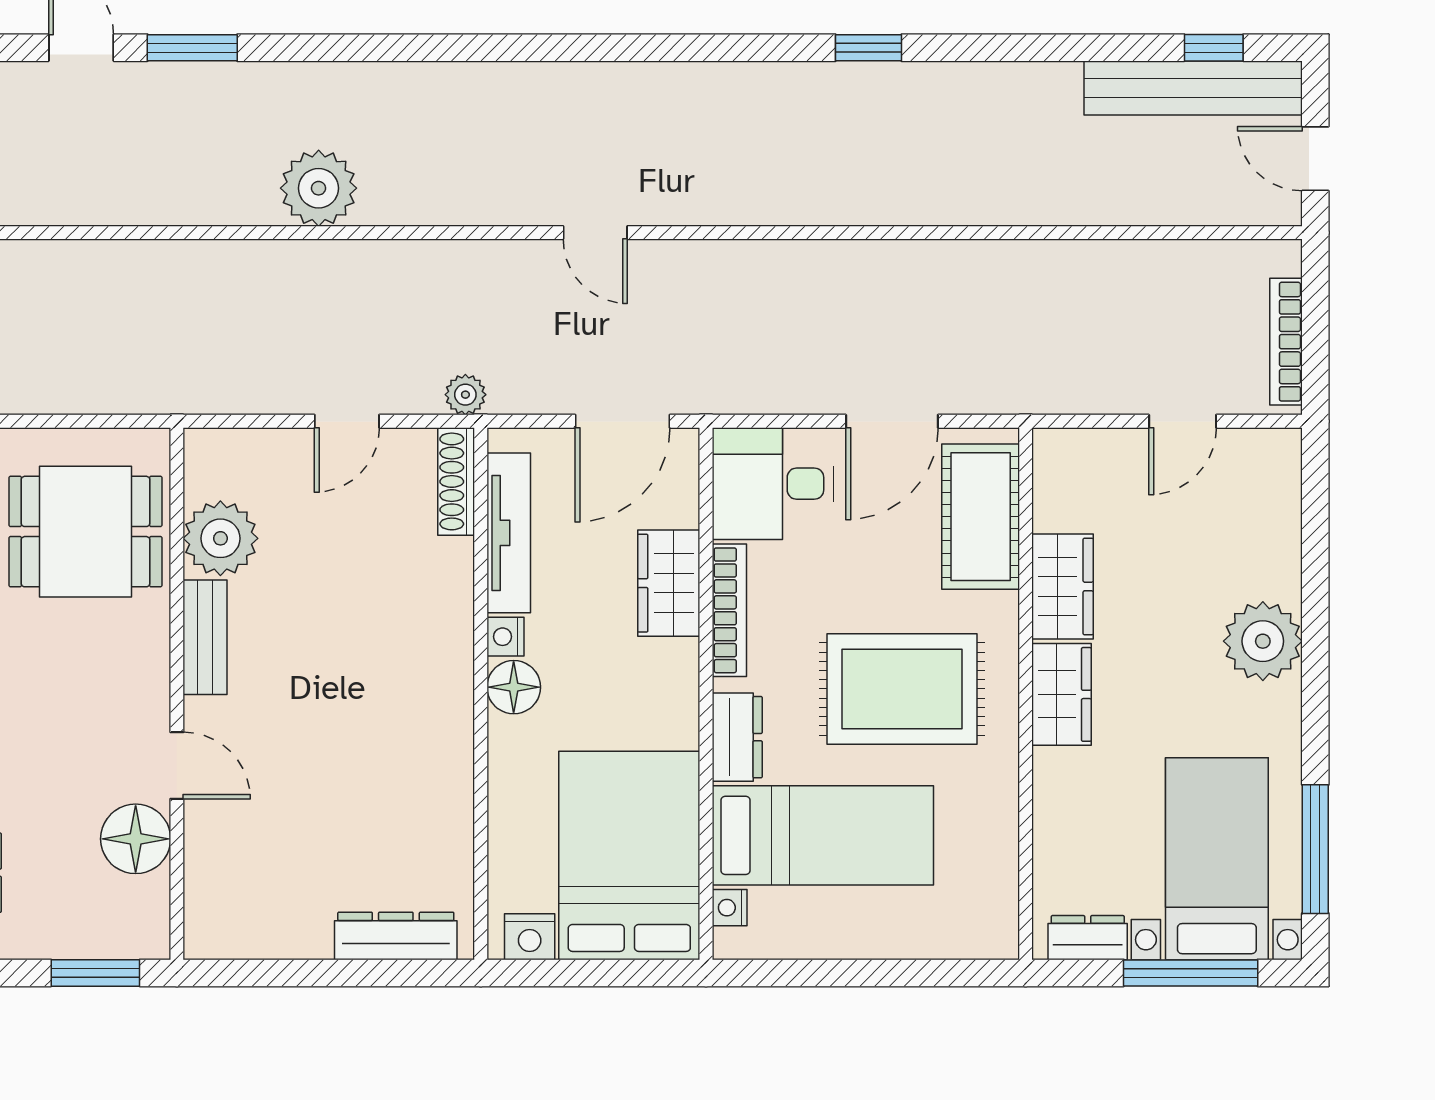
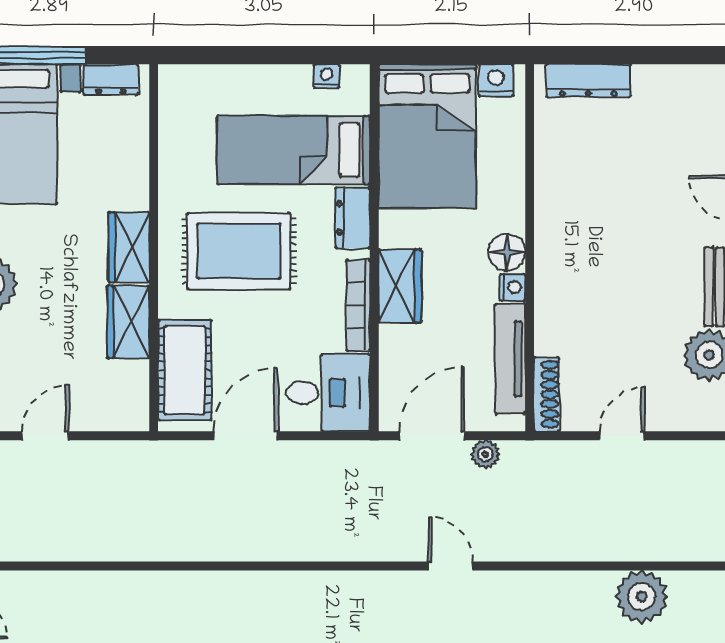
plant: (465, 395) -> (485, 454), moved
wardrobe: (669, 583) -> (400, 286), moved
nightstand: (730, 908) -> (327, 76), moved, turned -90

